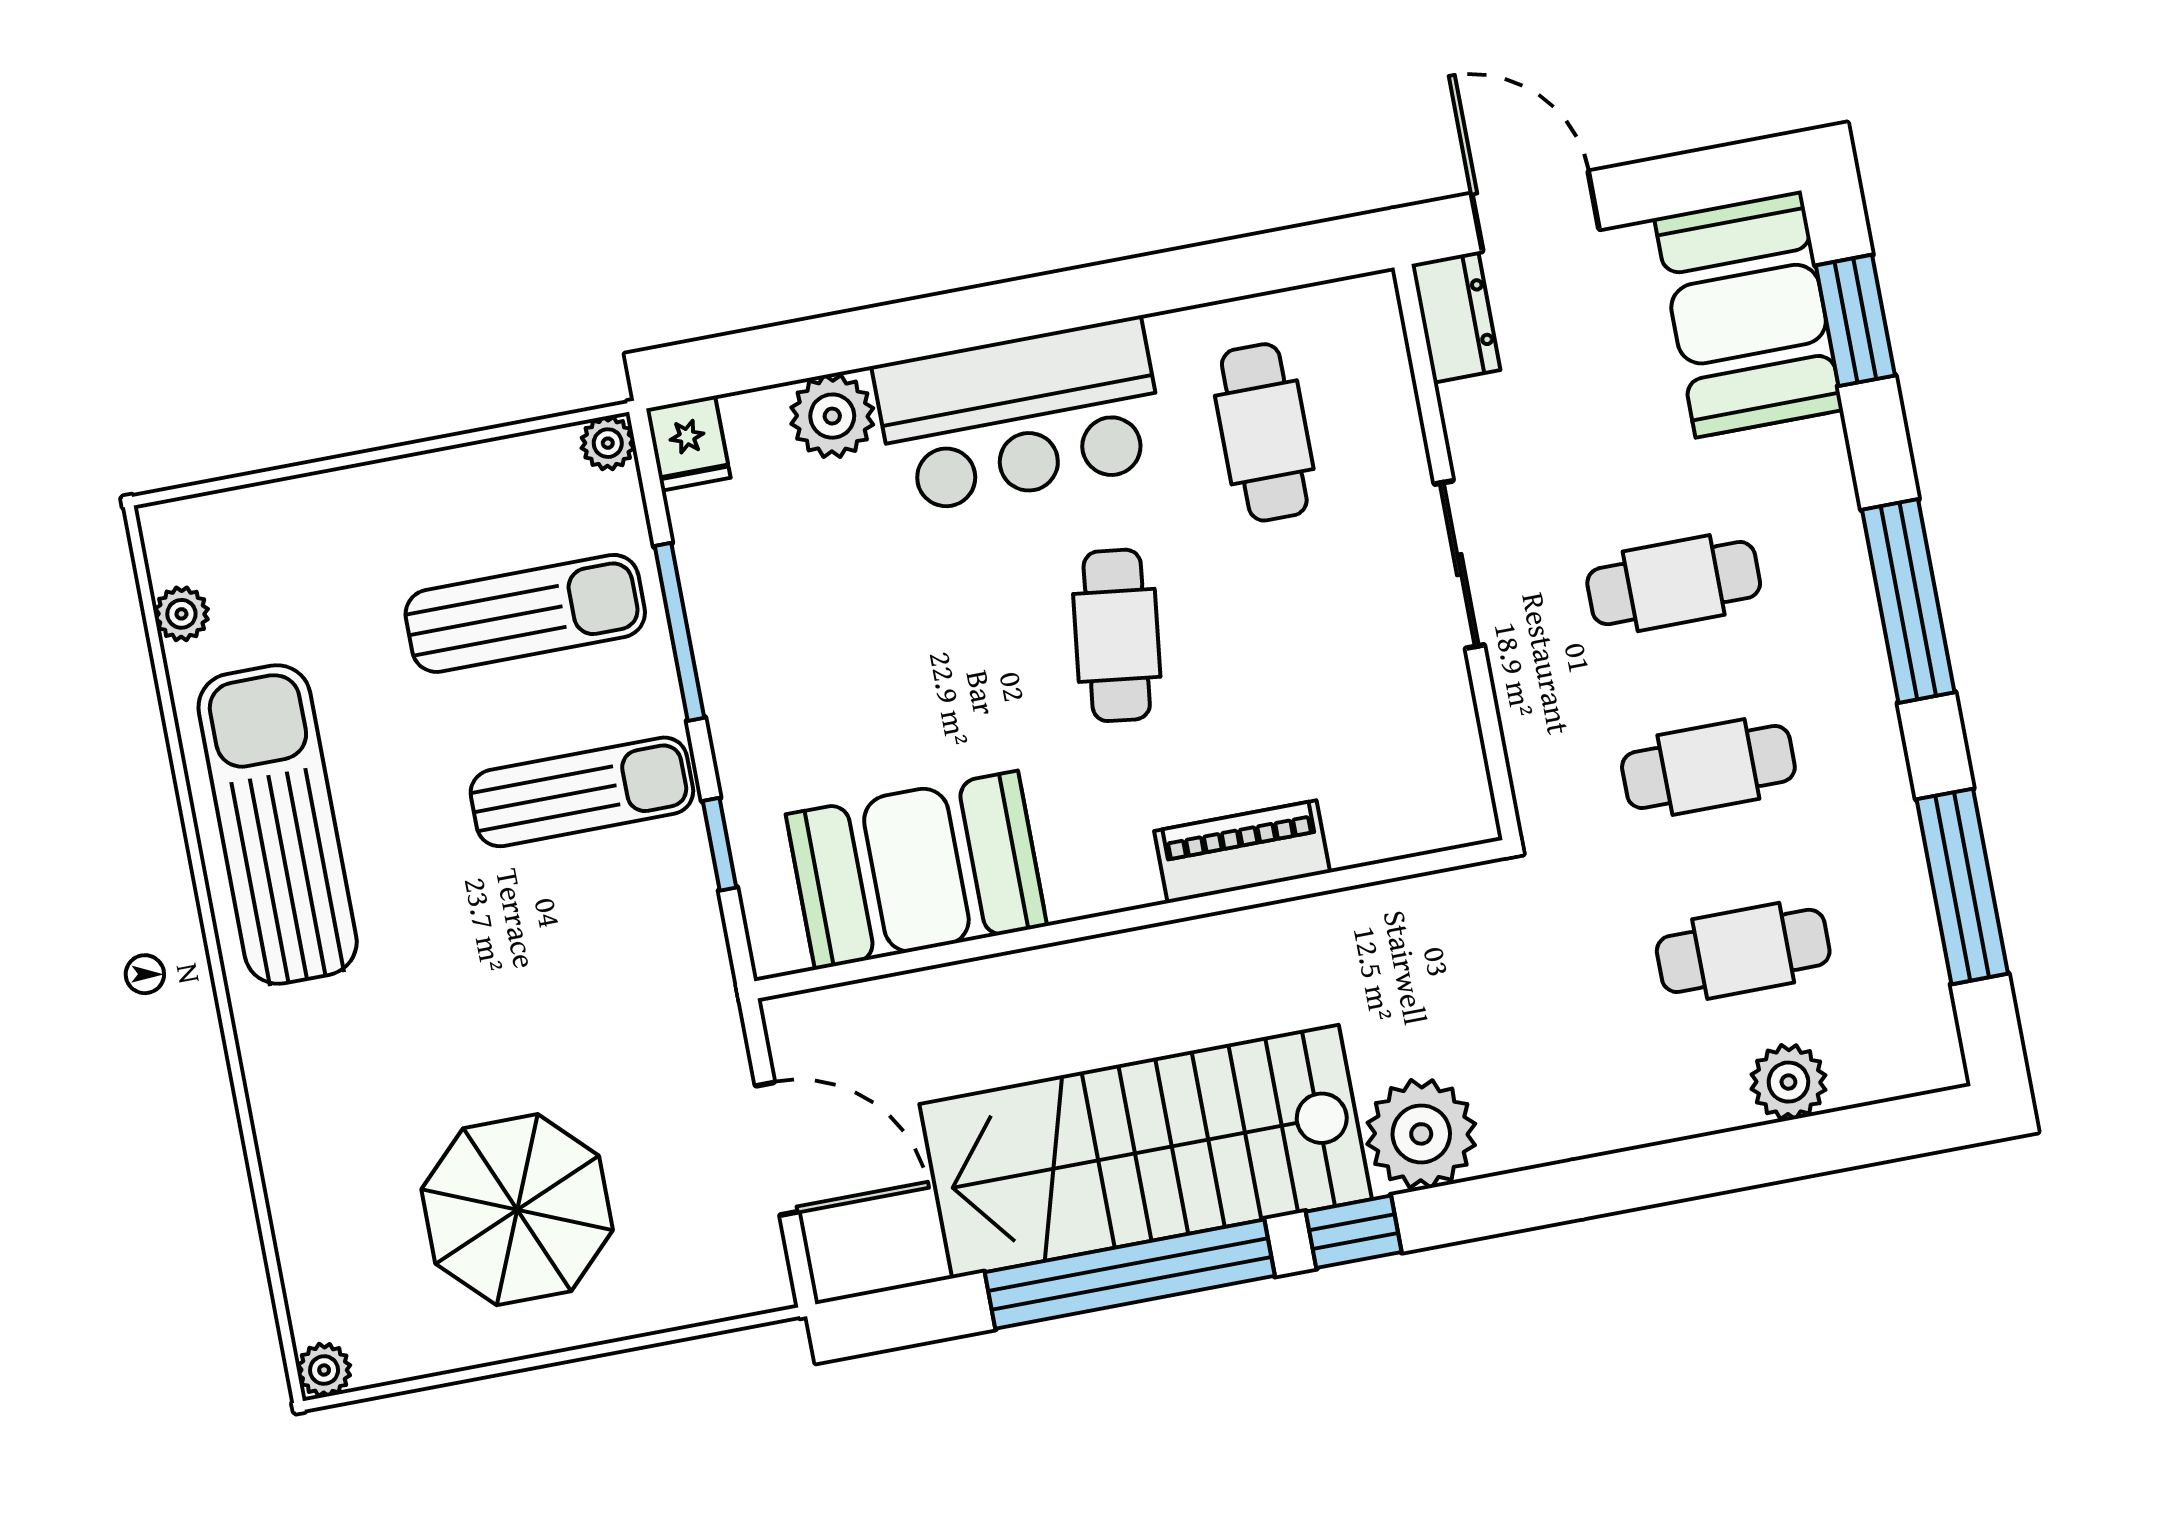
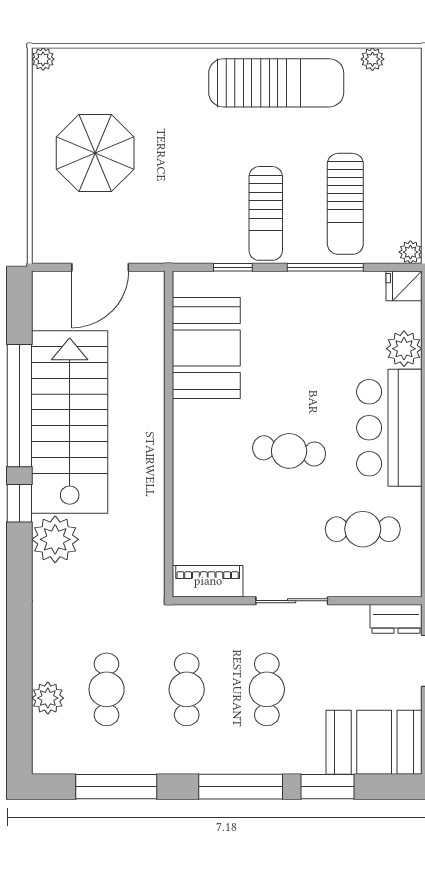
window: (1855, 320) -> (327, 787), moved
piano: (1242, 852) -> (208, 581), moved, turned -90

